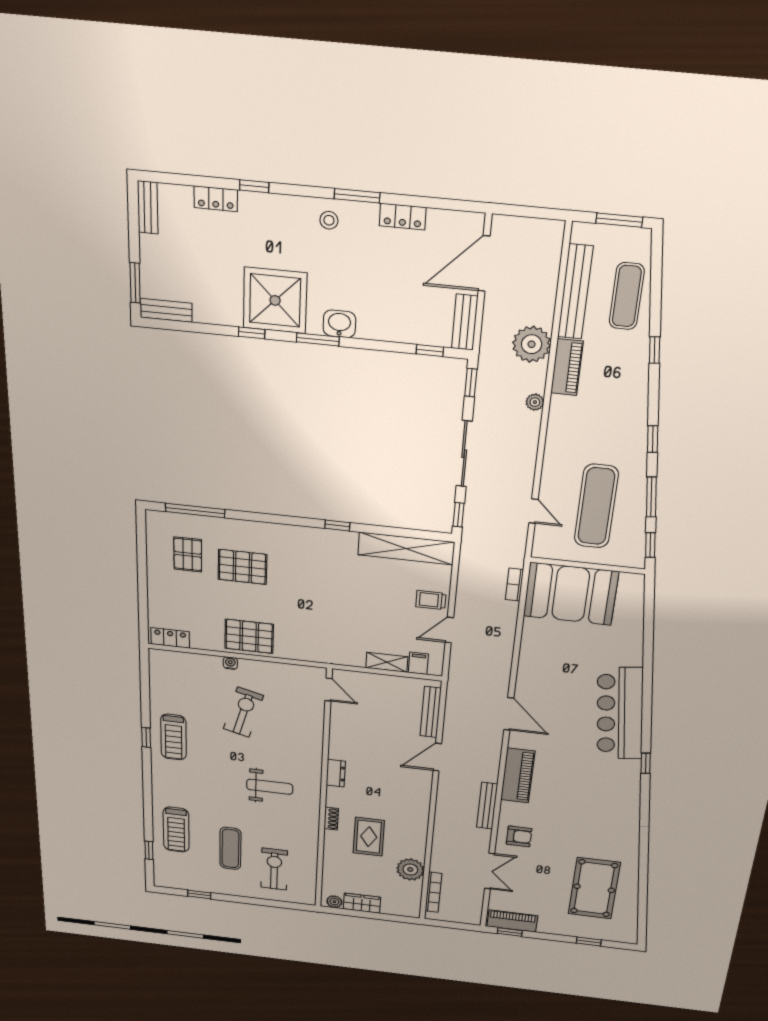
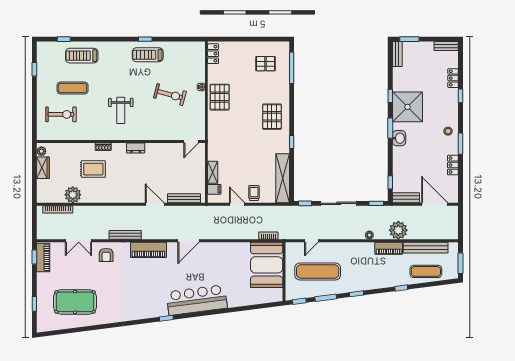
pallet: (242, 567) -> (272, 117), moved

